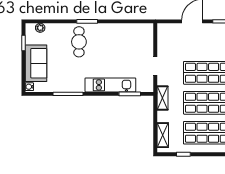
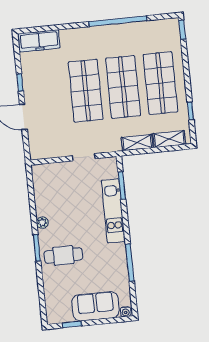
plant: (40, 28) -> (42, 223), moved
shelving: (163, 98) -> (137, 143), moved

